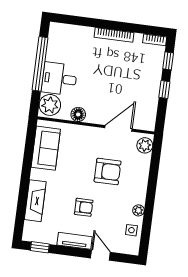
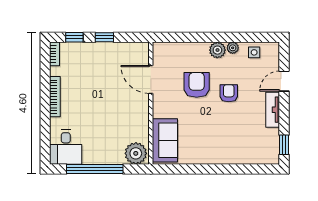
desk: (59, 79) -> (66, 147), moved
floor lamp: (78, 114) -> (142, 123), removed
plant: (145, 145) -> (217, 50), moved
sofa: (46, 148) -> (165, 140), moved, turned 90
fireplace: (35, 201) -> (237, 156), removed
armchair: (84, 207) -> (229, 93), moved

